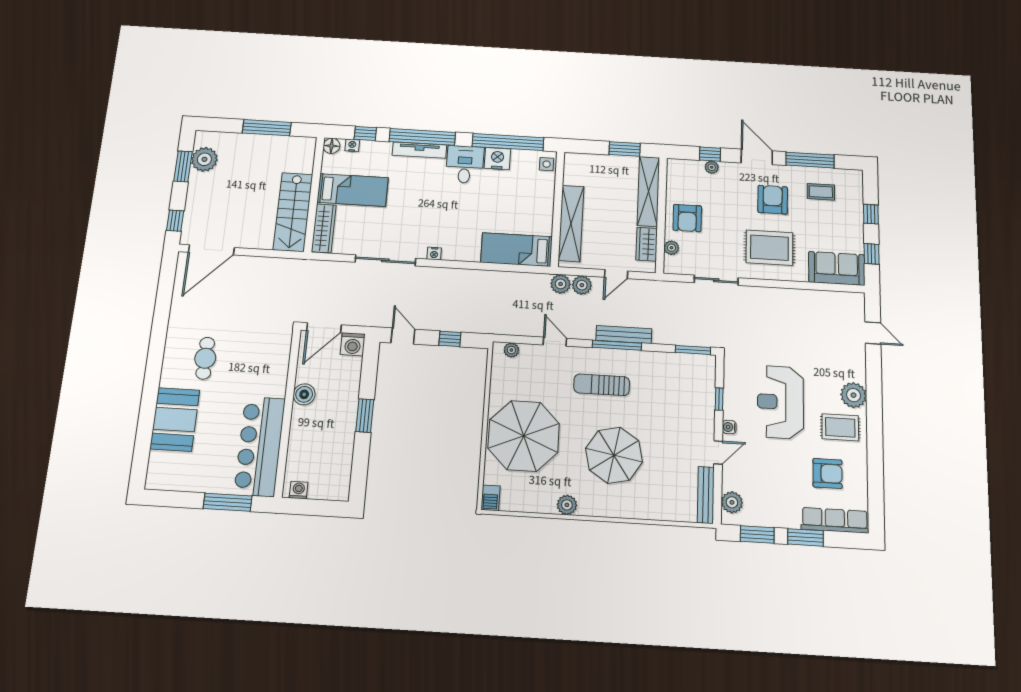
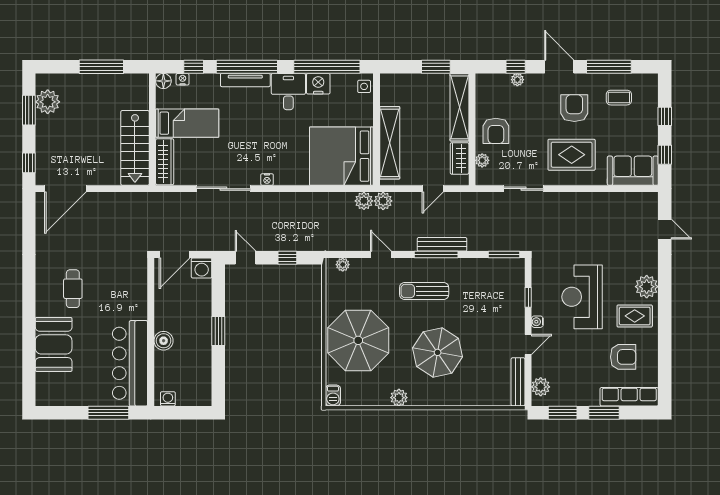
bed: (516, 250) -> (341, 156), width x2.04
plant: (582, 285) -> (364, 201), moved
boiler: (304, 394) -> (164, 341), moved

